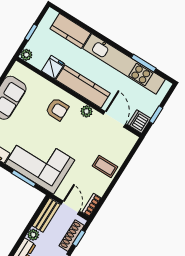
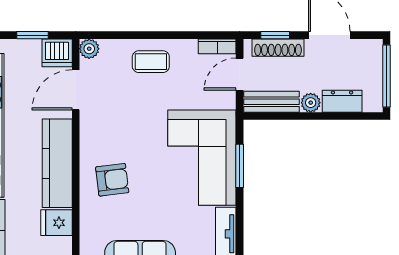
armchair: (57, 109) -> (112, 180), turned 83
plant: (86, 111) -> (89, 49), moved
coffee table: (105, 166) -> (151, 62), turned 90

